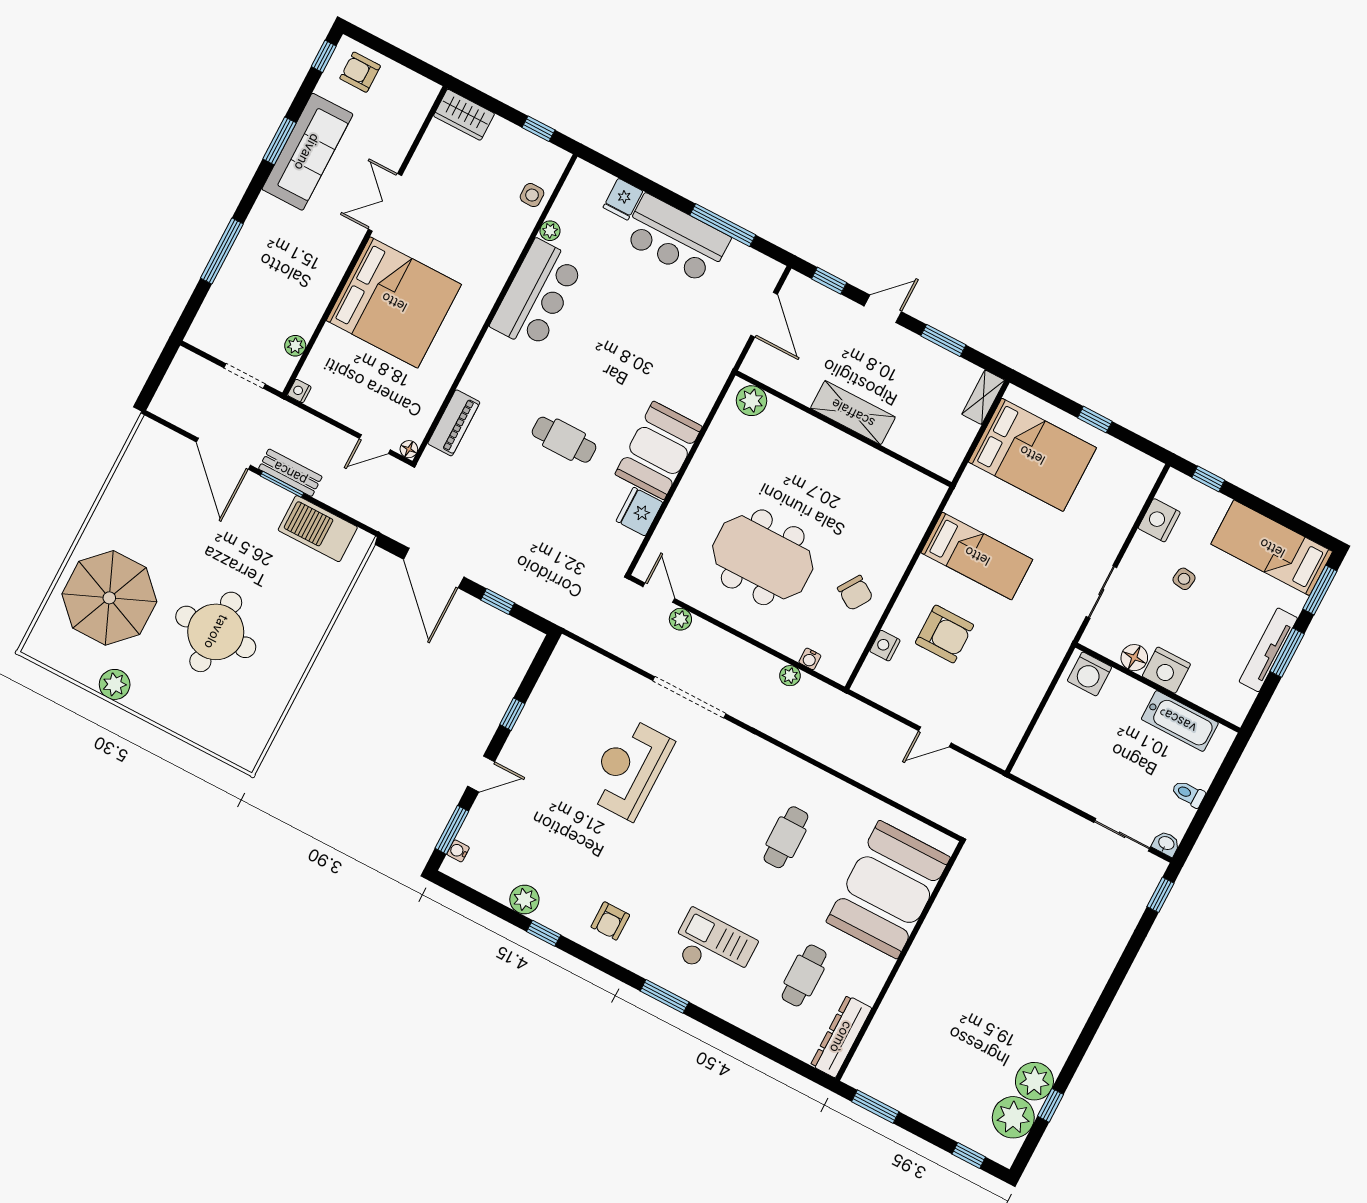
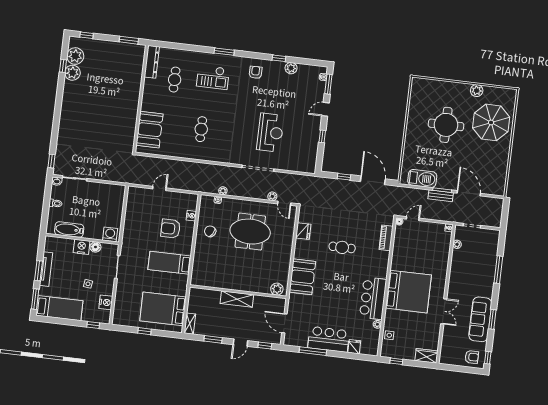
bed: (394, 302) -> (408, 292), moved, turned 180
booth: (659, 450) -> (302, 277), moved
booth: (888, 890) -> (150, 130), width x0.73, depth x0.70

